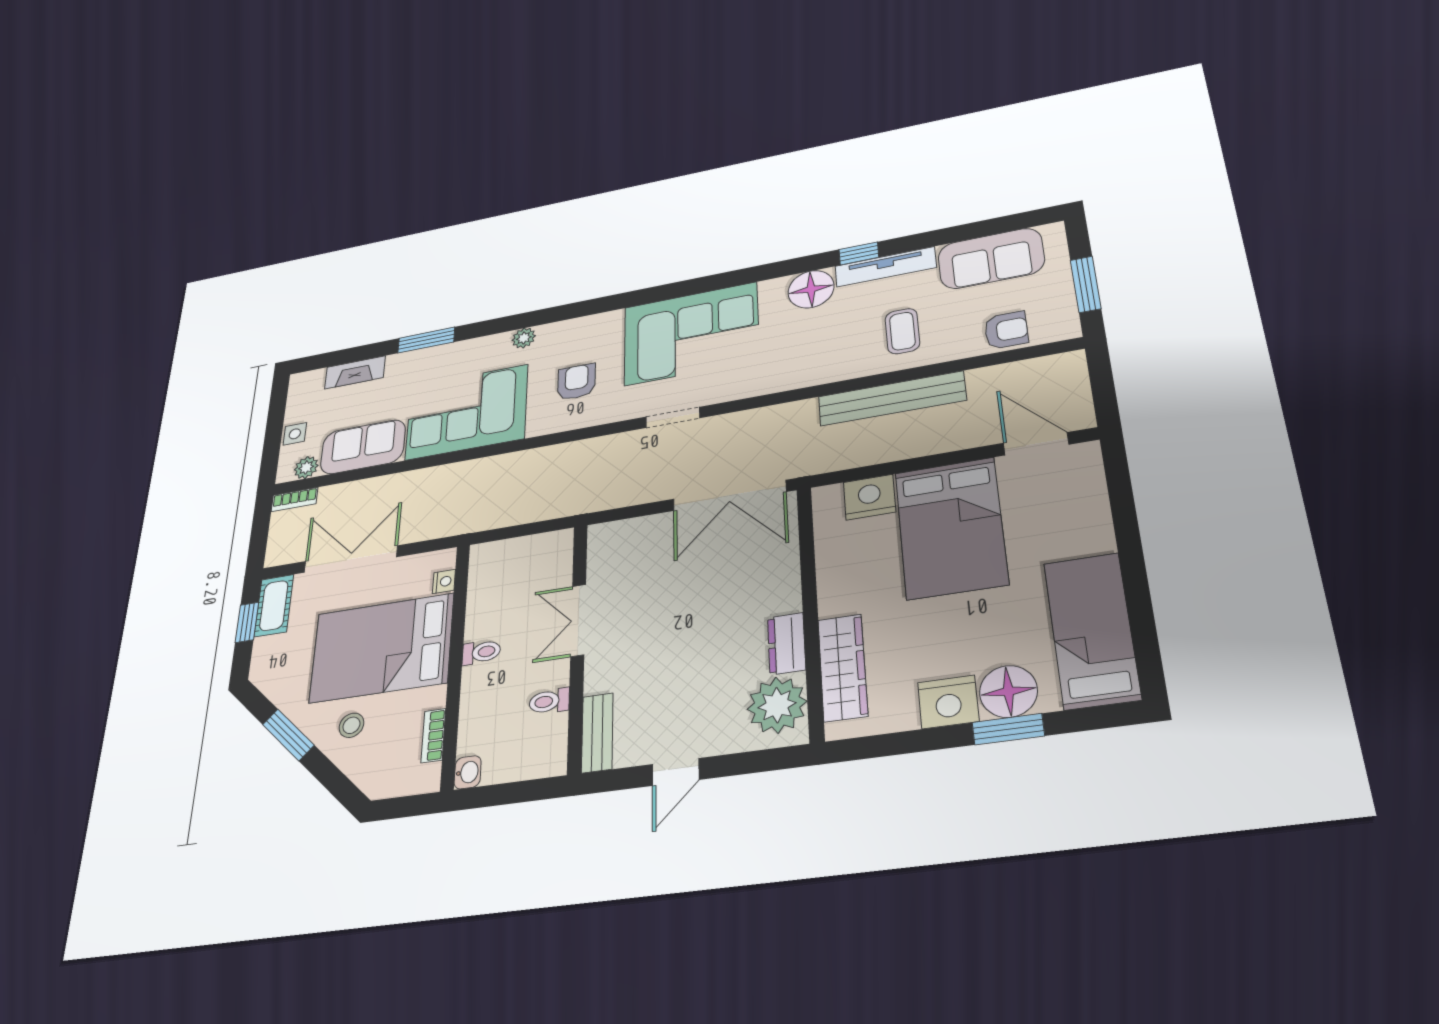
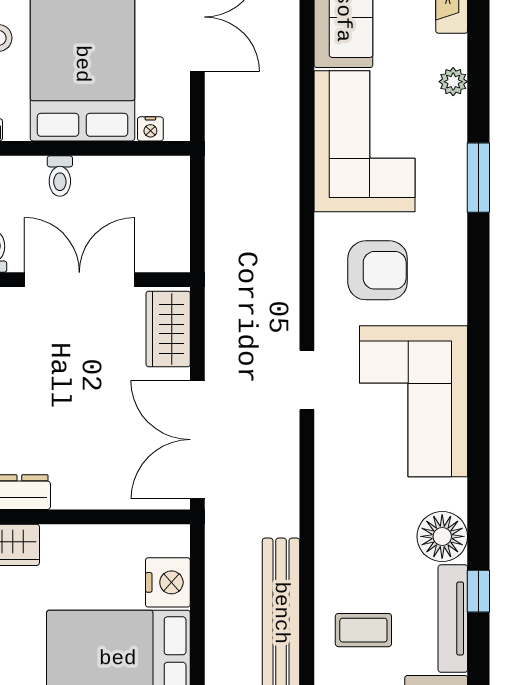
plant: (524, 338) -> (453, 82), moved
window: (426, 340) -> (478, 178), moved
armchair: (577, 382) -> (378, 270), width x1.38, depth x1.38
wardrobe: (626, 537) -> (168, 329), added
double door: (578, 620) -> (79, 280), width x1.37

